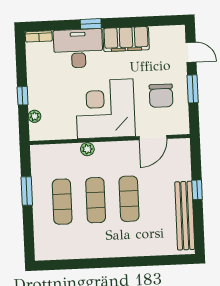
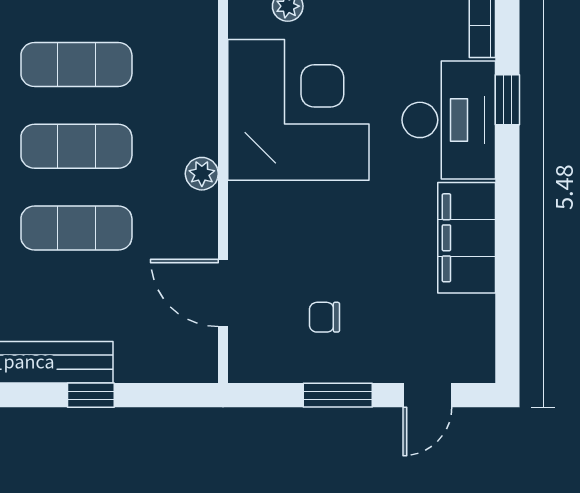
window: (91, 24) -> (507, 100), moved
chair: (161, 96) -> (324, 317), width x0.54, depth x0.54
corner desk: (105, 109) -> (298, 110), moved
plant: (87, 149) -> (202, 174), moved

